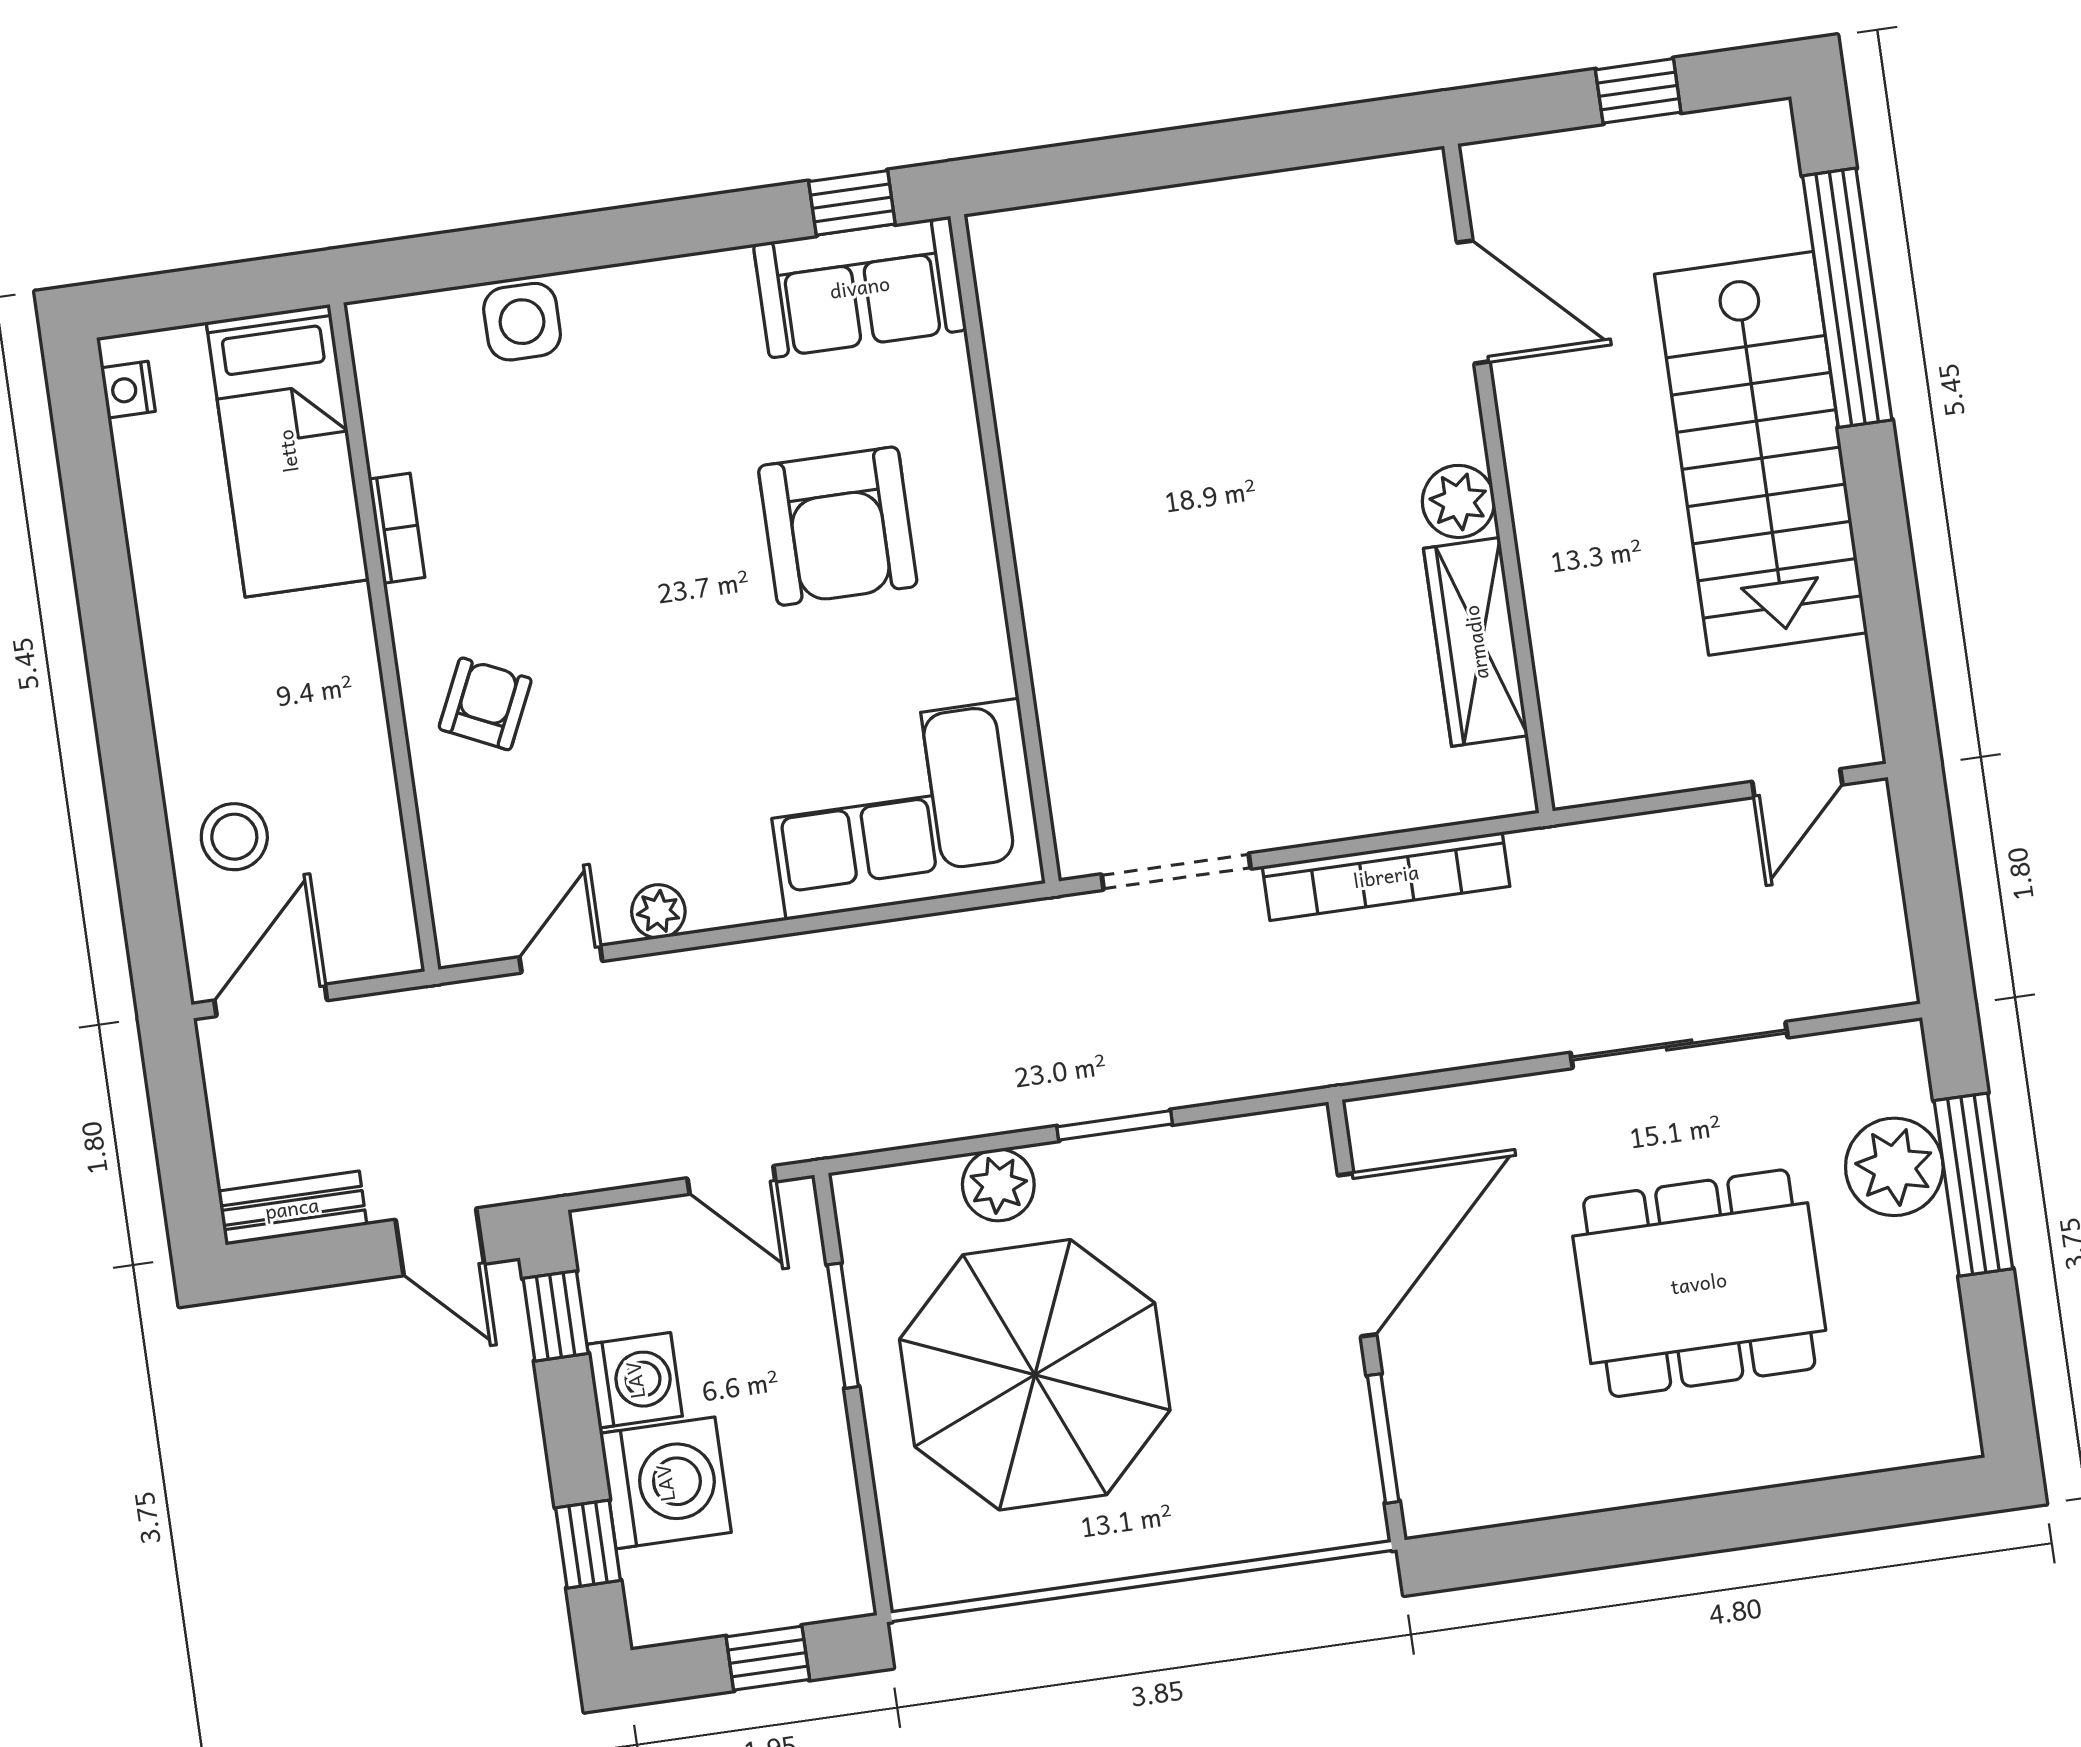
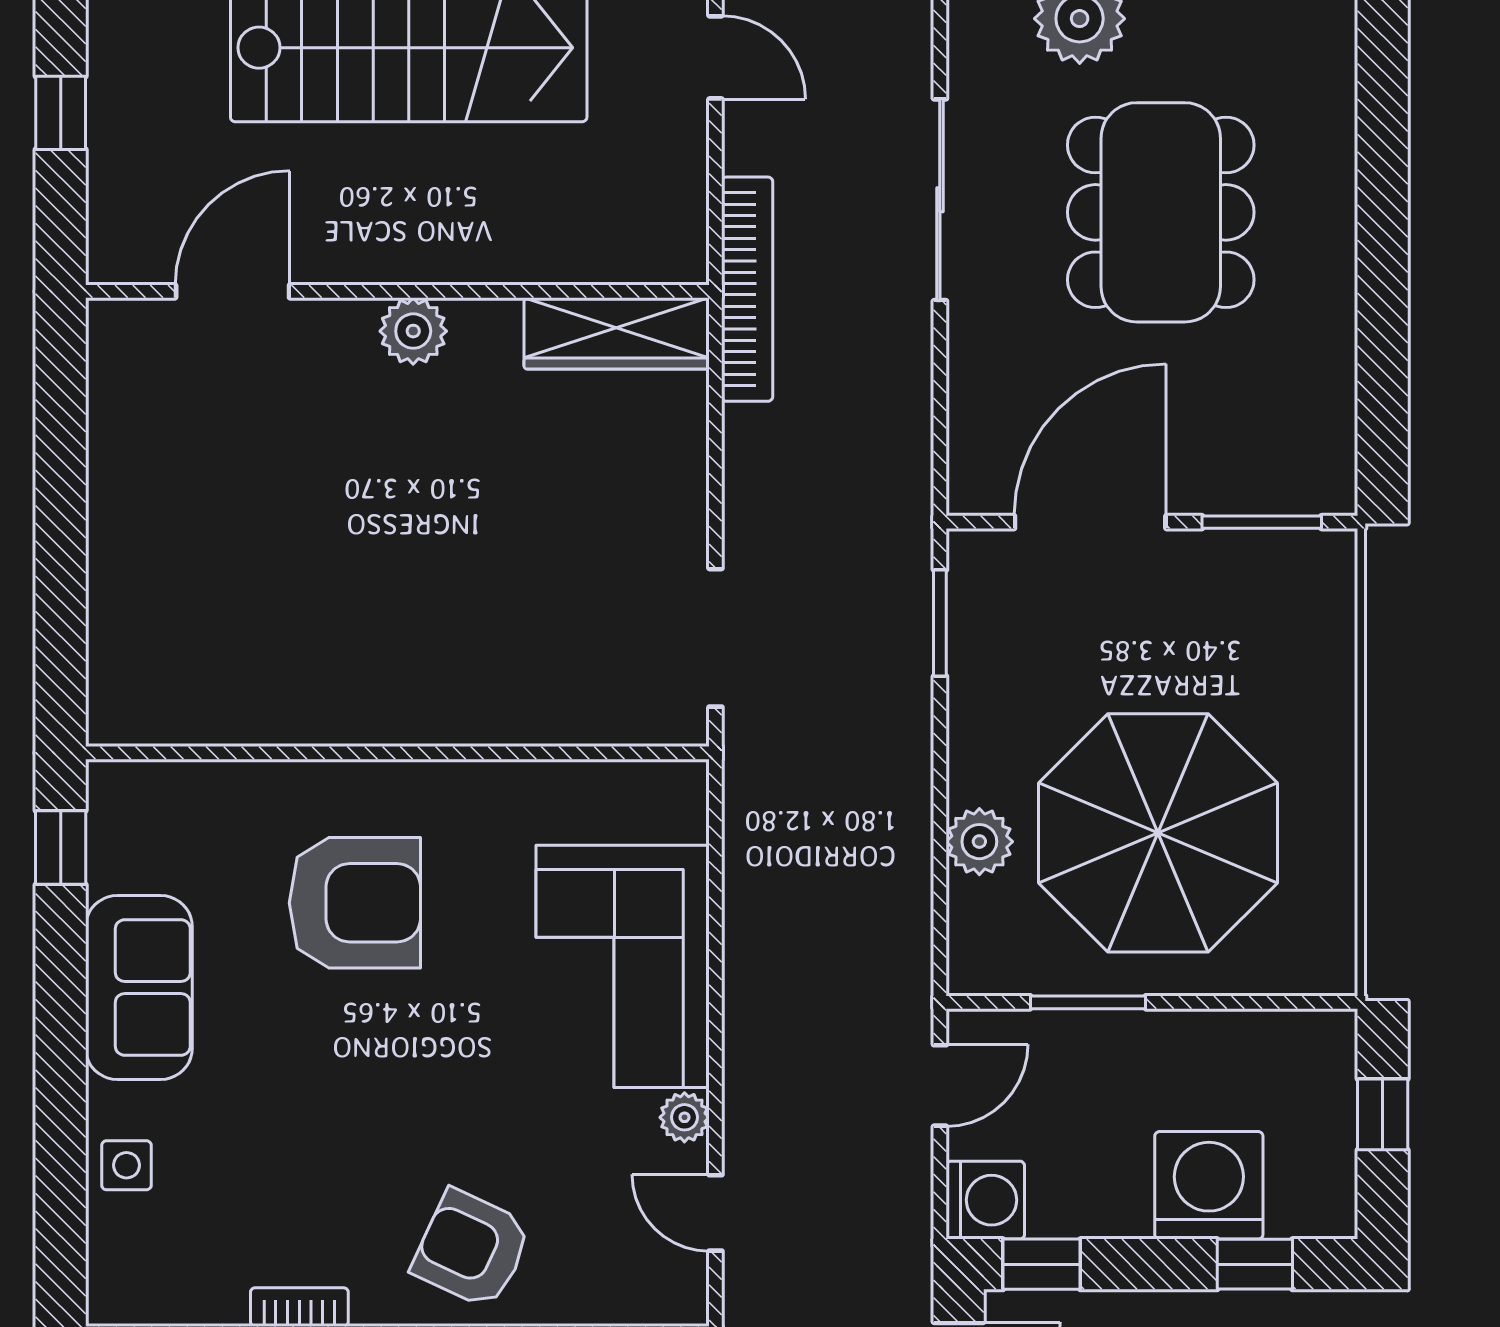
sofa: (860, 287) -> (139, 988), moved
side table: (522, 322) -> (126, 1165), width x0.73, depth x0.73
wardrobe: (1476, 642) -> (617, 333), moved
armchair: (485, 704) -> (472, 1249), width x1.38, depth x1.38
corner sofa: (903, 809) -> (623, 966), moved
bookcase: (1386, 876) -> (747, 289), moved
window: (1115, 1125) -> (940, 623), moved
door: (1357, 1255) -> (1090, 522), hinge flipped
washing machine: (635, 1380) -> (985, 1200), moved, turned 90

